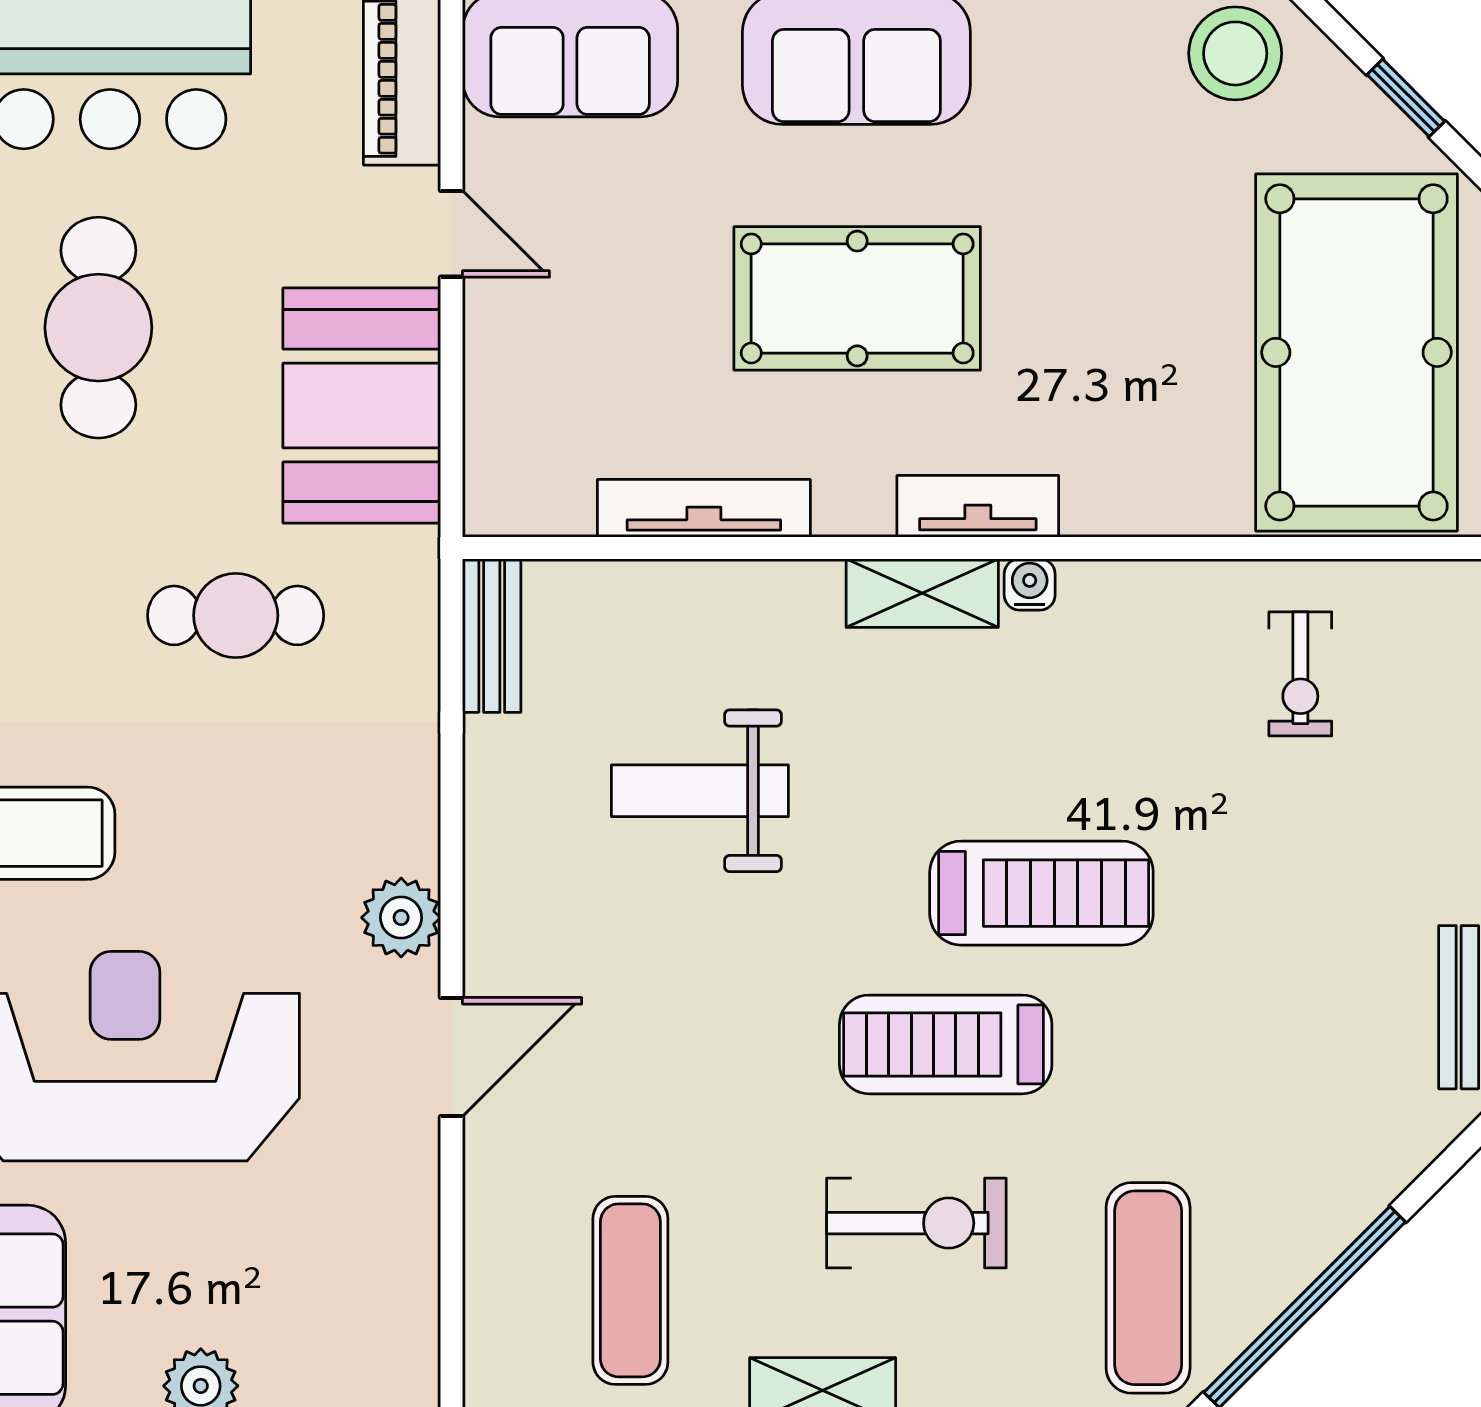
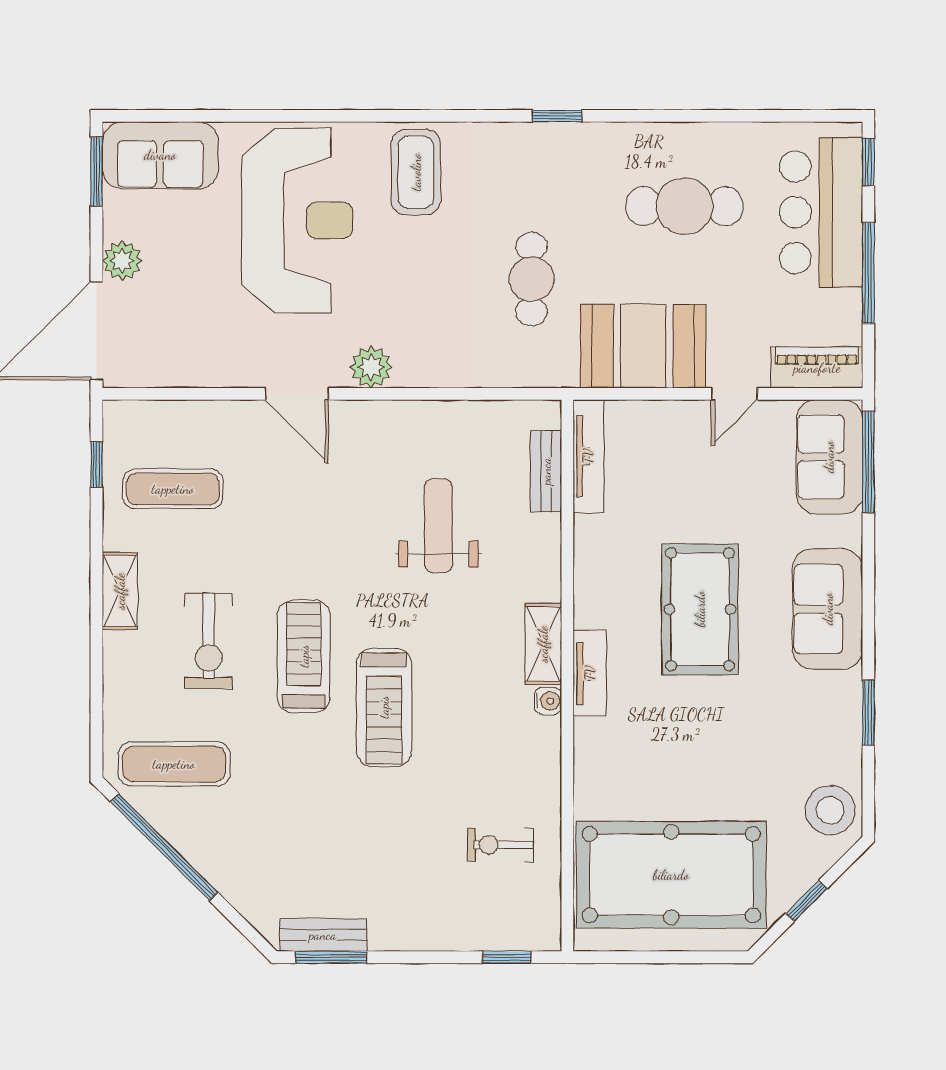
tv unit: (704, 508) -> (588, 456), moved
bench: (492, 636) -> (546, 471), moved, turned 90

